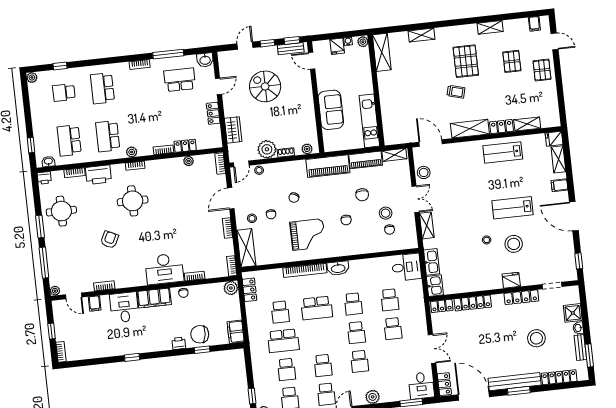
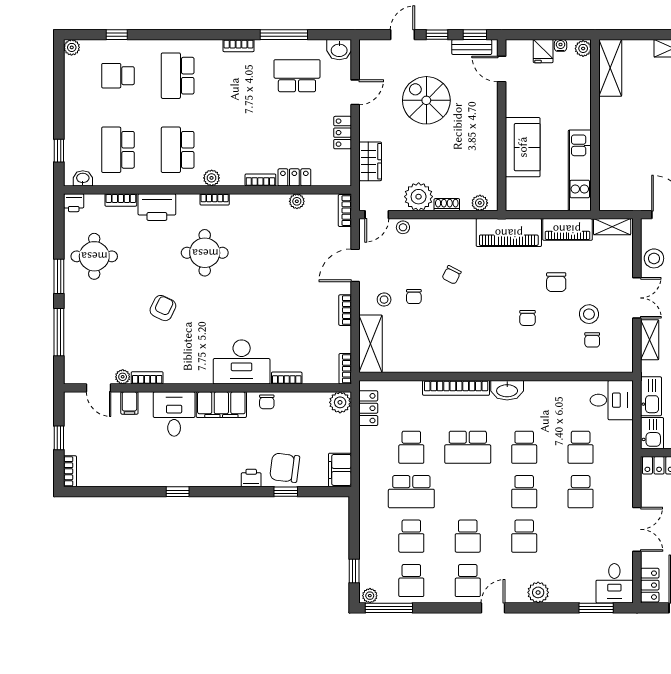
grand piano: (308, 234) -> (466, 334), removed
plant: (55, 291) -> (123, 377), moved

